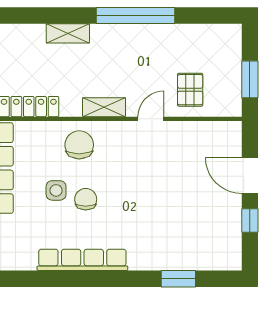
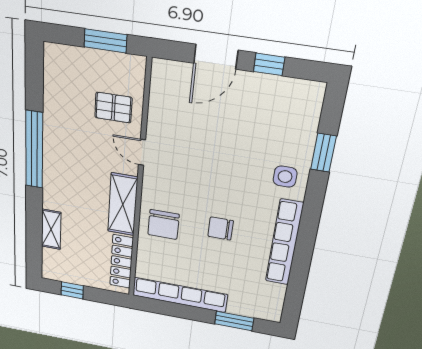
shelving: (68, 33) -> (51, 229), moved
shelving: (104, 107) -> (123, 204), width x1.50, depth x1.33
chair: (79, 145) -> (163, 225), turned -90
side table: (56, 190) -> (285, 177), moved

